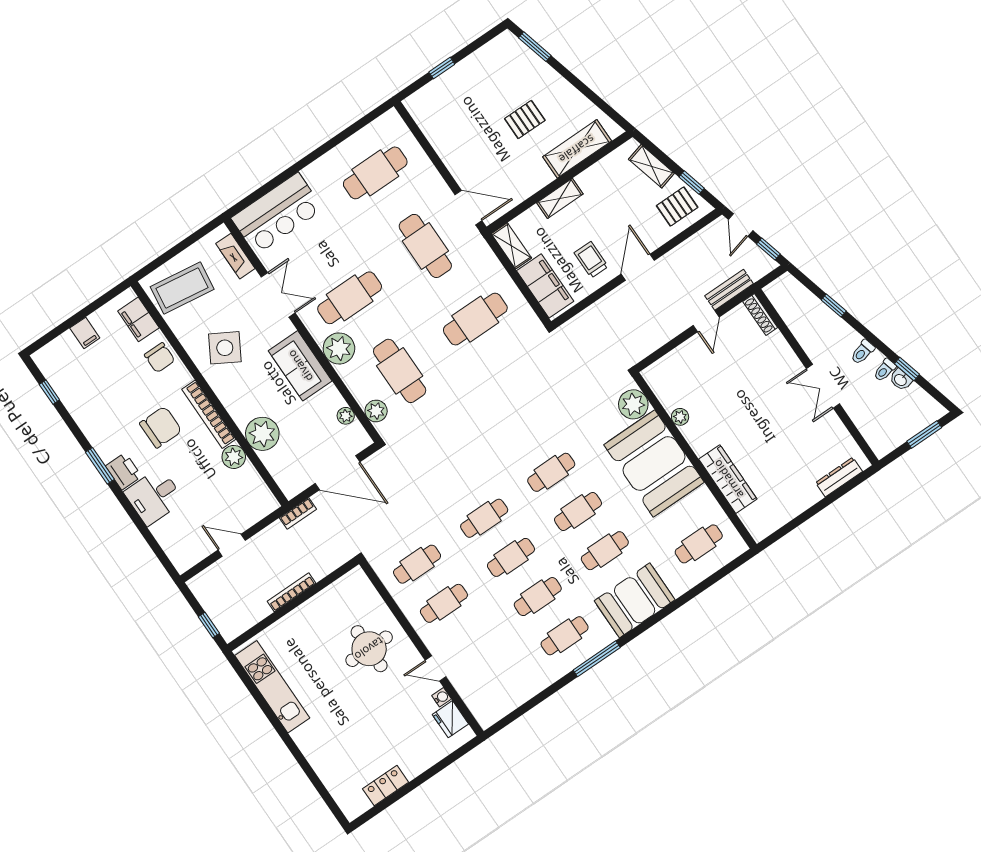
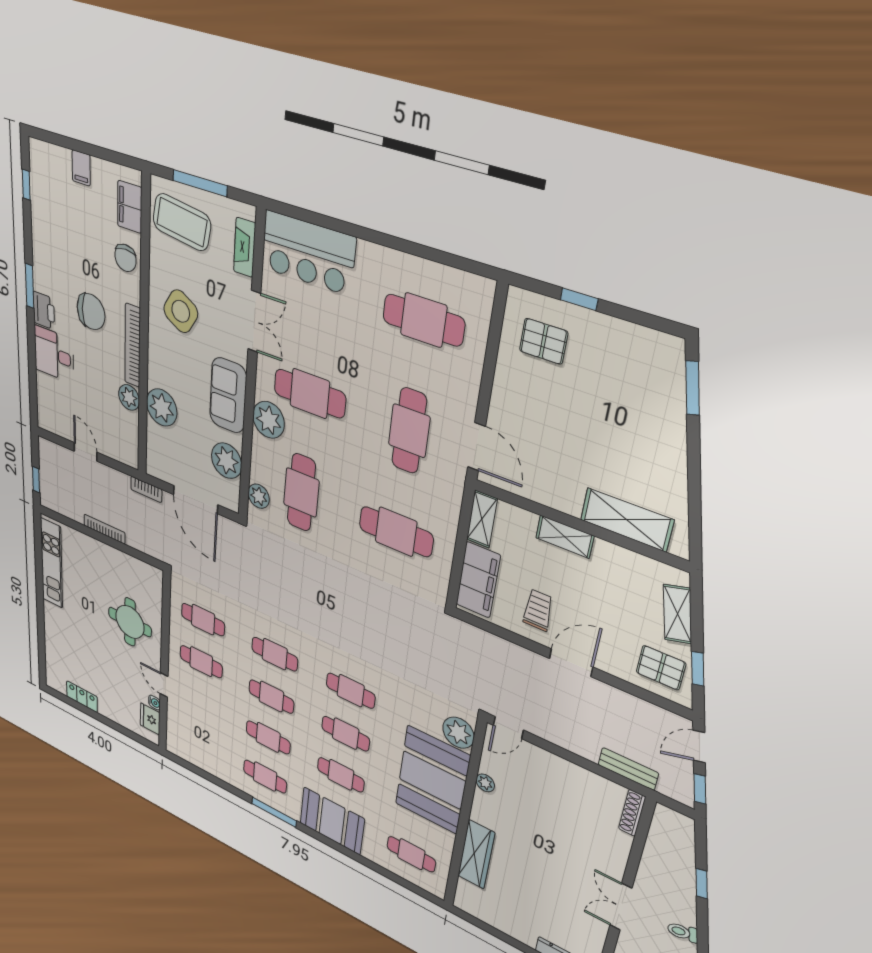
pallet: (525, 119) -> (544, 341), moved
window: (176, 250) -> (200, 183), added
door: (706, 321) -> (508, 728), moved
plant: (346, 416) -> (227, 461), width x1.88, depth x1.88

